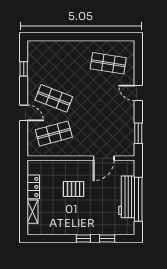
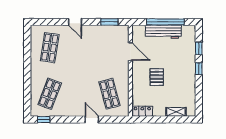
window: (24, 69) -> (44, 119), moved
door: (138, 93) -> (75, 22), hinge flipped
shop shelf: (54, 98) -> (50, 94), moved
door: (24, 113) -> (92, 119), hinge flipped
locker: (33, 187) -> (142, 111), moved

